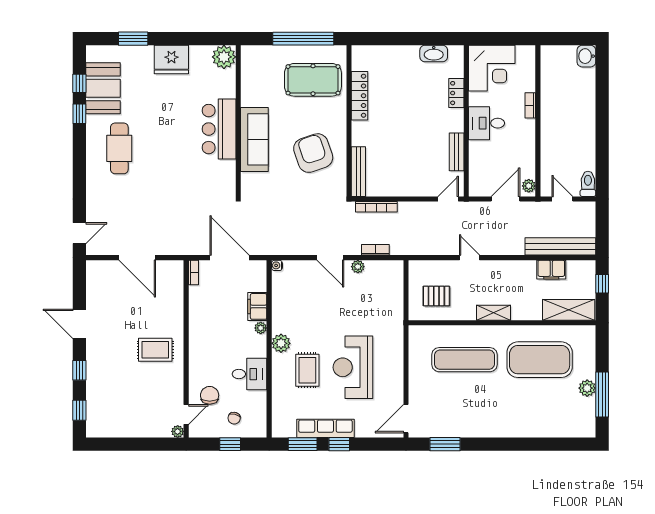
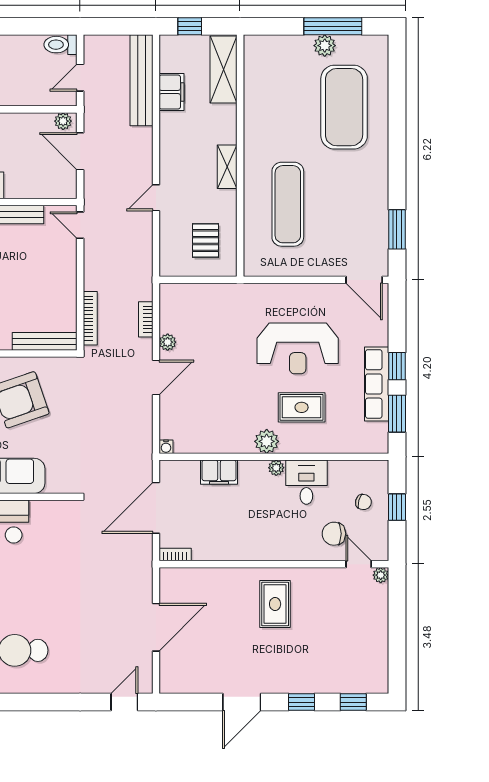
door: (79, 233) -> (124, 702), hinge flipped
plant: (261, 328) -> (276, 468), moved
exercise mat: (540, 360) -> (344, 107), moved

